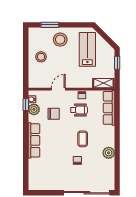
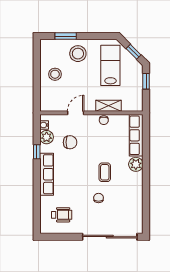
window: (107, 38) -> (134, 52), added
shelving: (103, 83) -> (108, 106), moved
window: (26, 105) -> (37, 152), moved
wheelchair: (79, 110) -> (62, 215), moved
plant: (109, 153) -> (136, 164), moved

